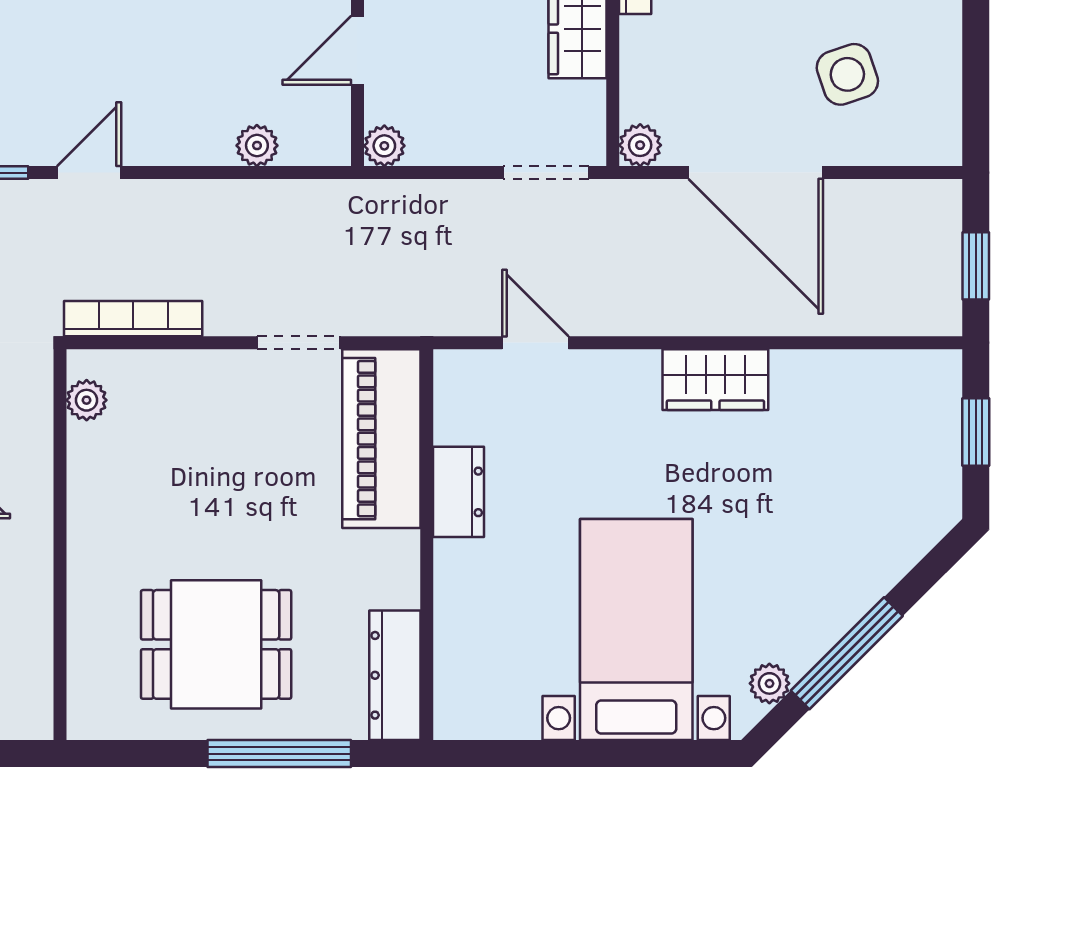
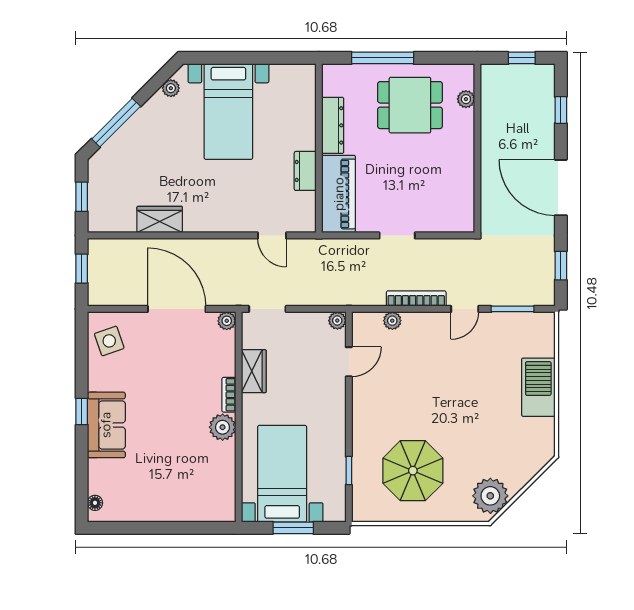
side table: (847, 74) -> (109, 341), moved
bookcase: (133, 319) -> (416, 299), moved, turned 180
doorway: (299, 343) -> (397, 235), moved
wardrobe: (715, 380) -> (160, 219), moved
plant: (87, 400) -> (466, 99), moved
window: (847, 653) -> (116, 123), moved
dresser: (395, 675) -> (333, 125), moved

